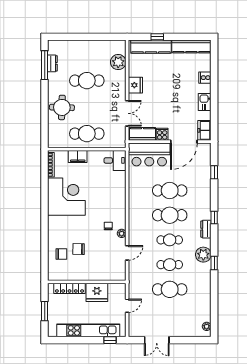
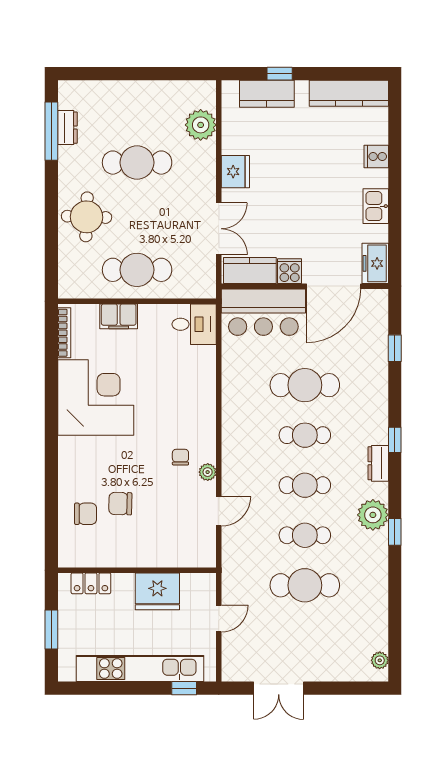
kitchen counter: (151, 47) -> (267, 94), width x0.67
cafe table: (170, 215) -> (305, 435), width x0.73, depth x0.74
locker: (69, 288) -> (91, 583), width x0.66

